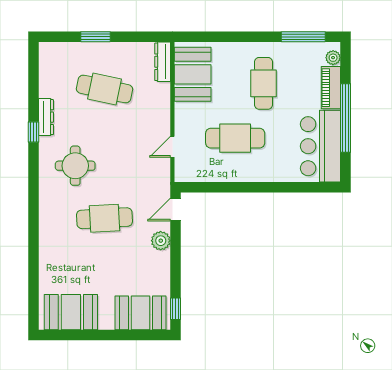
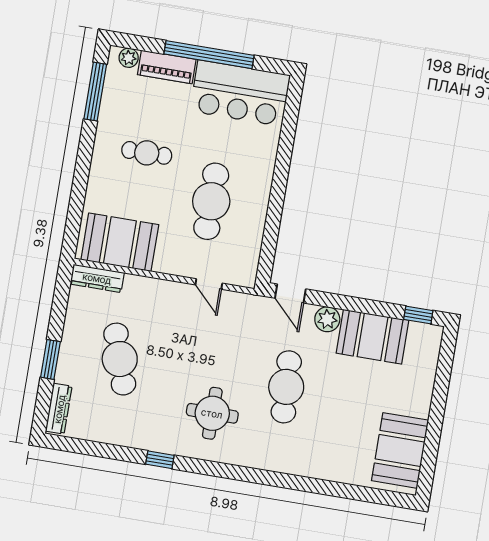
cafe table: (264, 83) -> (147, 153), width x0.73, depth x0.74
cafe table: (104, 89) -> (120, 359), turned -30
dresser: (46, 117) -> (59, 409), moved, turned 90
booth: (141, 313) -> (373, 337), moved, turned 90

